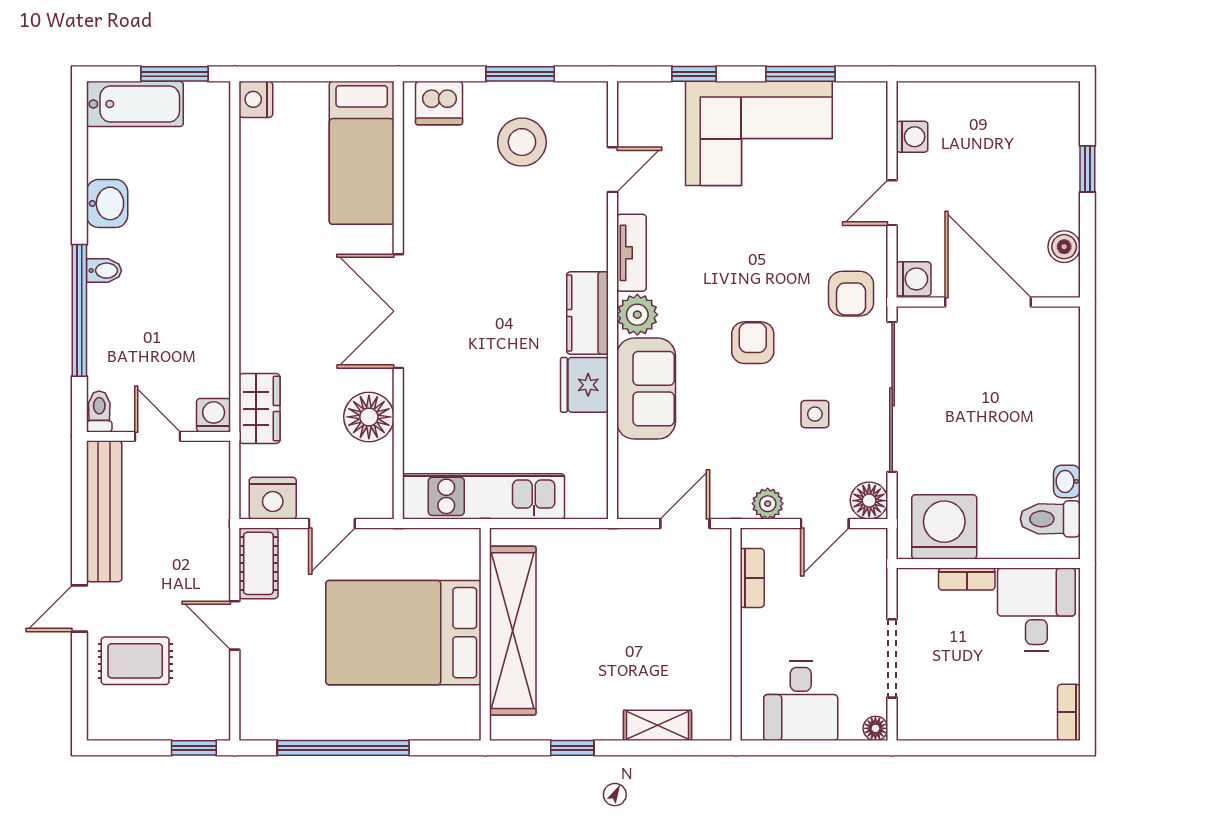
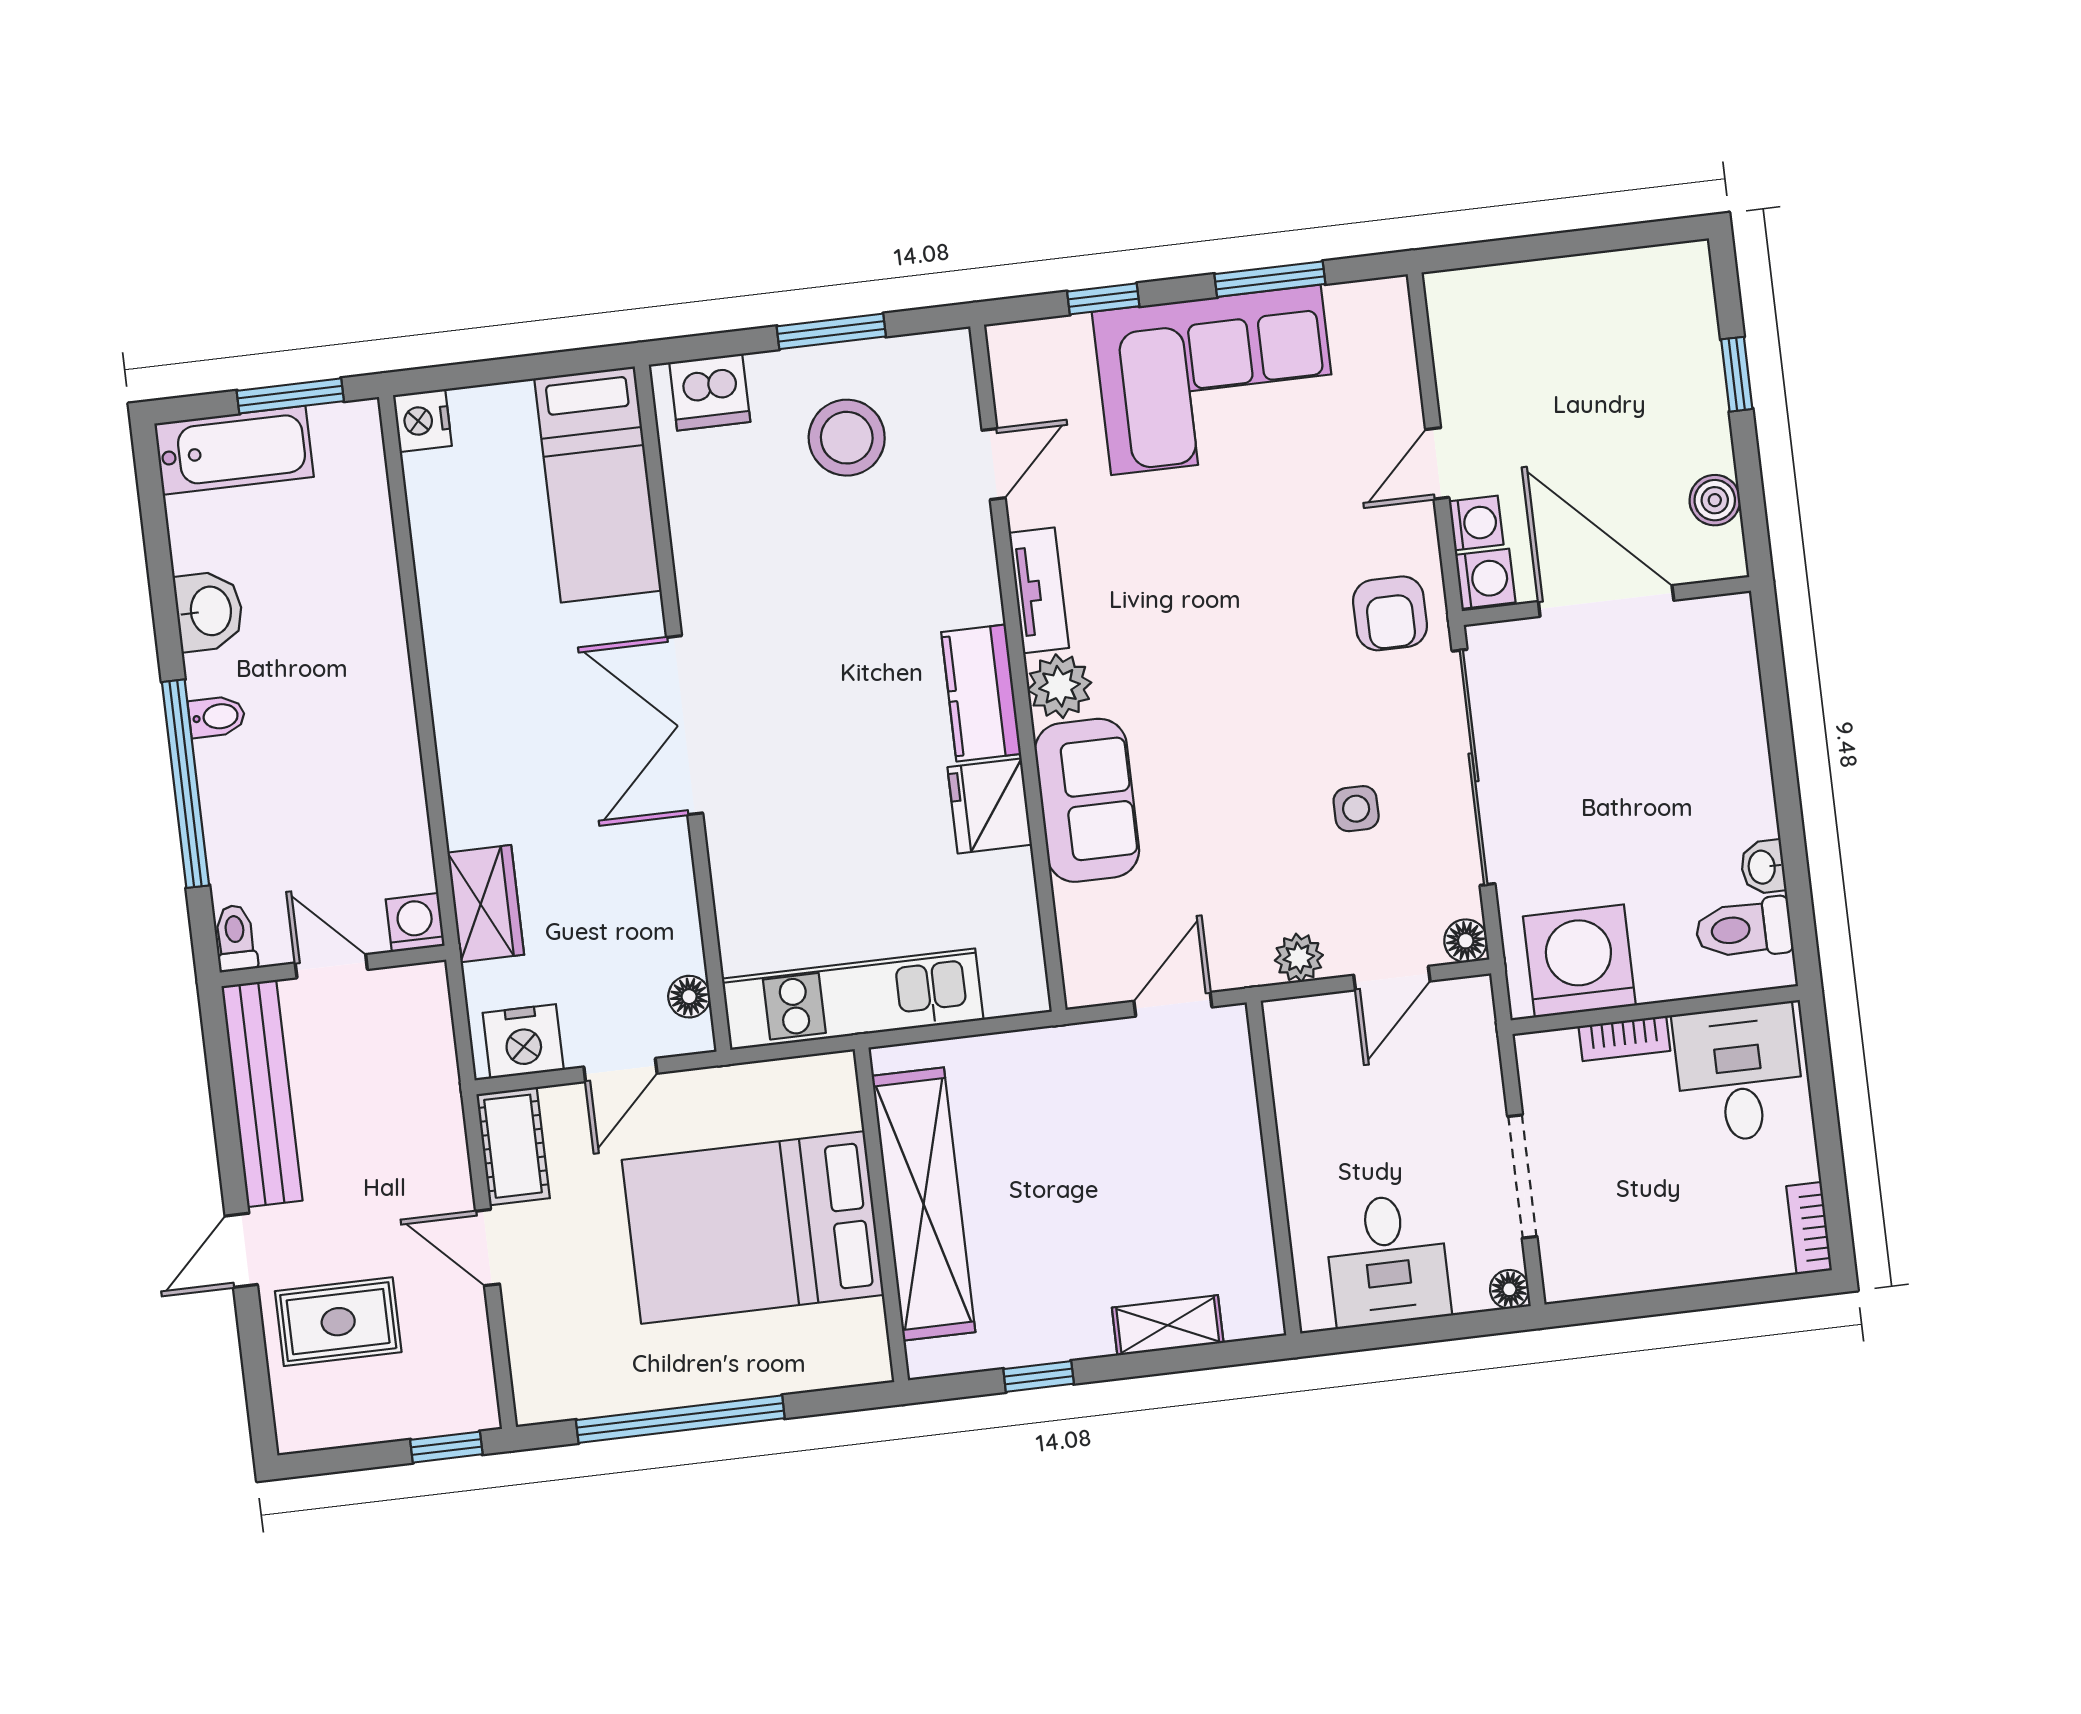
washing machine: (912, 137) -> (1476, 523), moved
armchair: (753, 343) -> (1245, 709), removed
floor lamp: (369, 417) -> (689, 997), moved, width x0.53, depth x0.53
floor lamp: (869, 501) -> (1466, 941), width x0.73, depth x0.73
bookcase: (752, 578) -> (1288, 1077), removed

